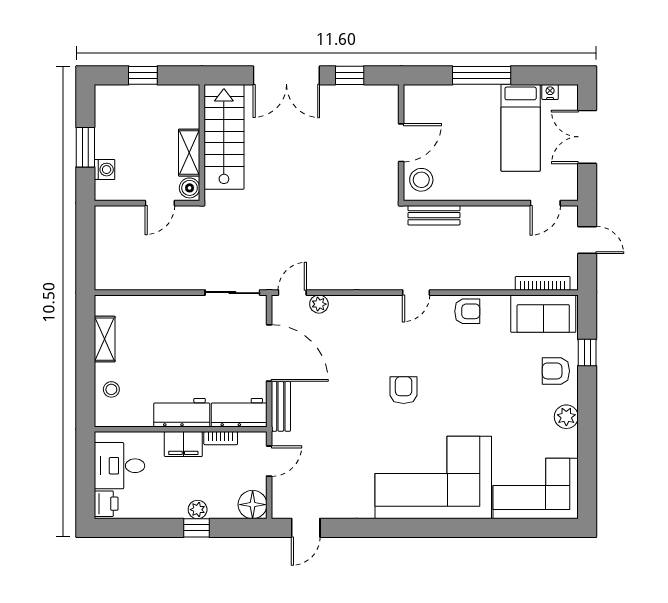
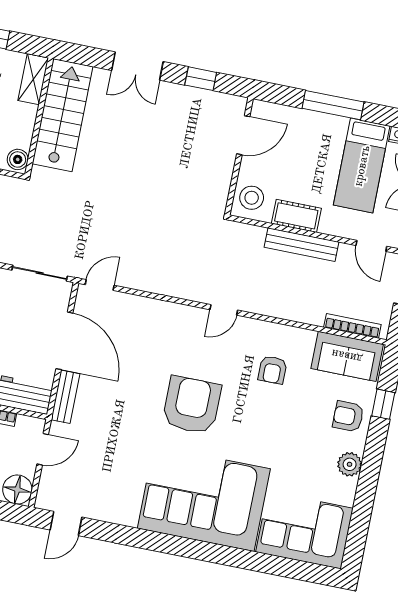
double door: (286, 75) -> (137, 66), width x0.73
door: (401, 143) -> (243, 135), moved
shelving: (189, 153) -> (33, 79), moved
cot: (468, 189) -> (296, 216), added
door: (545, 203) -> (371, 246), hinge flipped
bench: (434, 215) -> (302, 245), moved, width x1.36
plant: (319, 304) -> (124, 302), removed
armchair: (467, 311) -> (272, 370), moved, turned 90
armchair: (404, 390) -> (192, 405), width x1.88, depth x1.88

